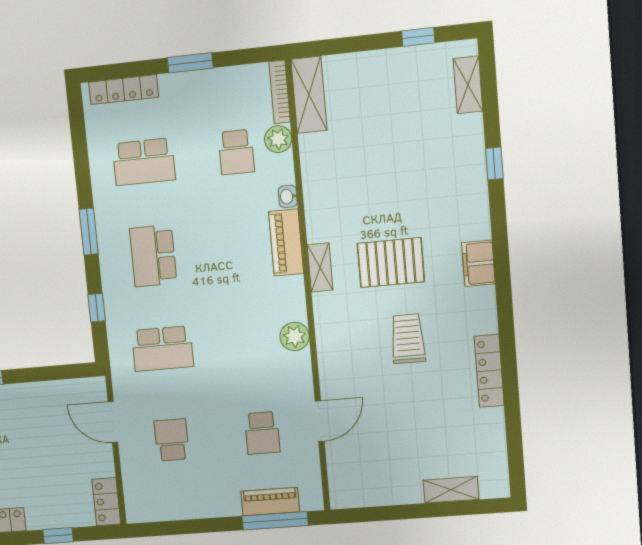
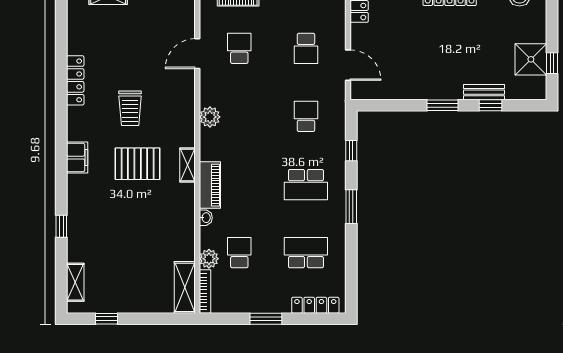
school desk: (153, 256) -> (306, 185), turned 90
school desk: (163, 349) -> (306, 116), width x0.54

